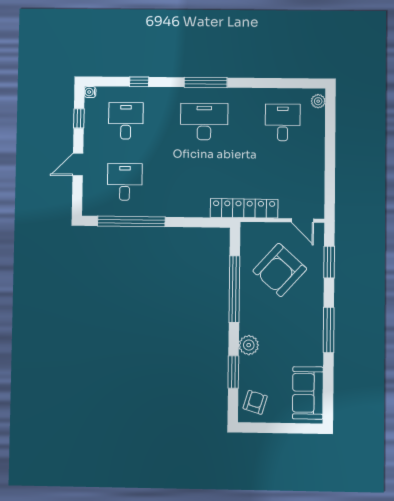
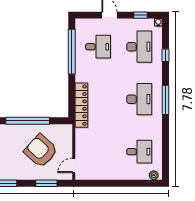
desk: (126, 121) -> (139, 47), width x1.37
locker: (244, 208) -> (81, 105), moved

